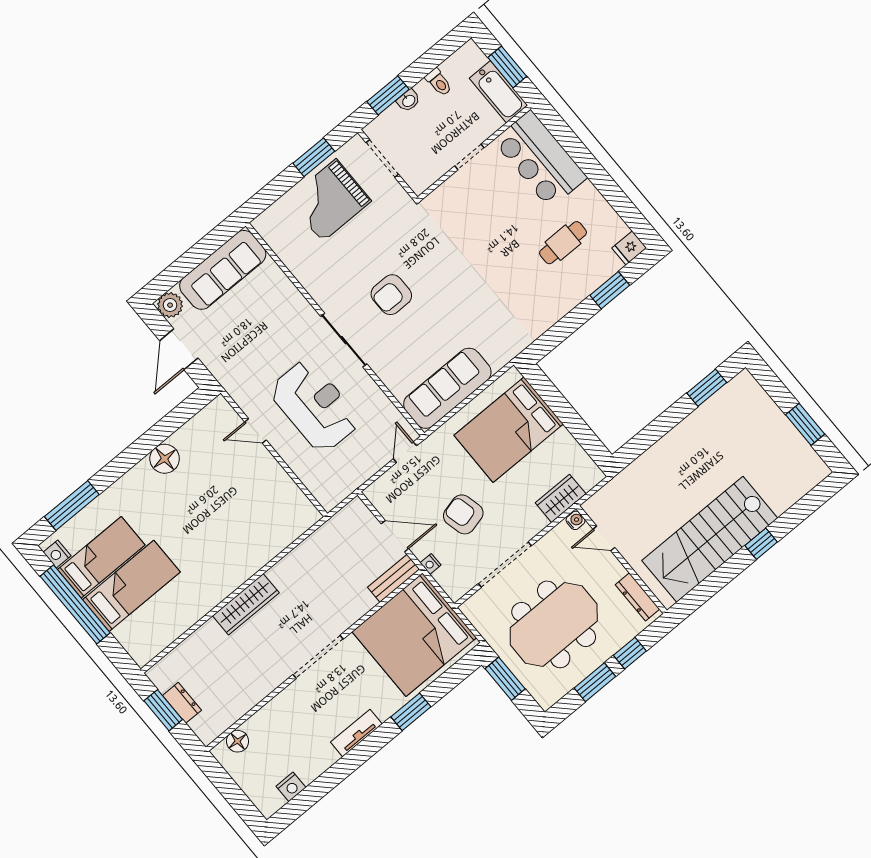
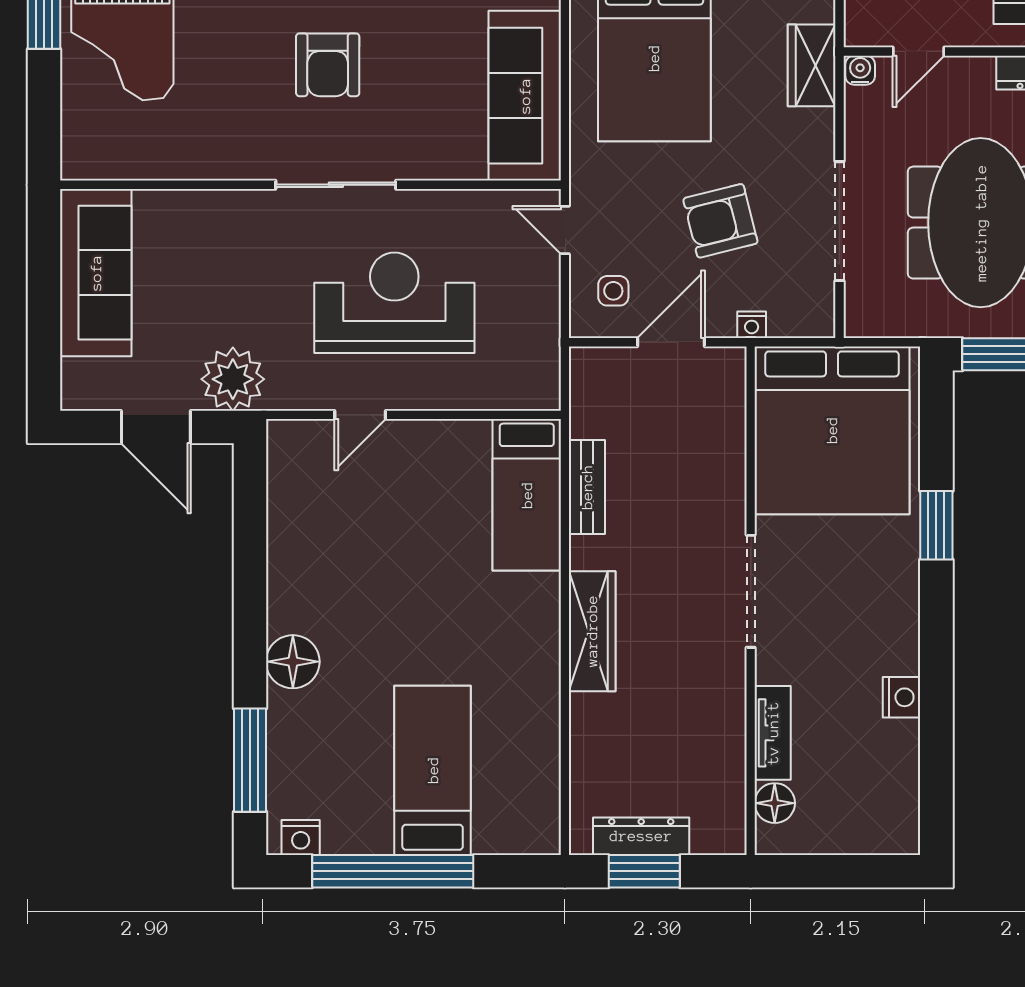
plant: (170, 305) -> (233, 379), moved, width x1.36, depth x1.36
floor lamp: (165, 459) -> (293, 662), moved
side table: (396, 494) -> (613, 291), added
bed: (101, 557) -> (527, 495), moved, turned 180
bench: (394, 578) -> (587, 487), moved
dresser: (182, 703) -> (641, 836), width x1.44
tv unit: (356, 733) -> (773, 733), moved, turned 180
nightstand: (291, 787) -> (902, 697), moved

